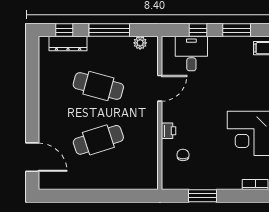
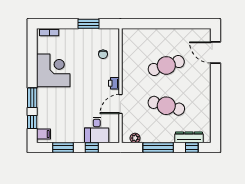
printer: (168, 131) -> (114, 83), moved

